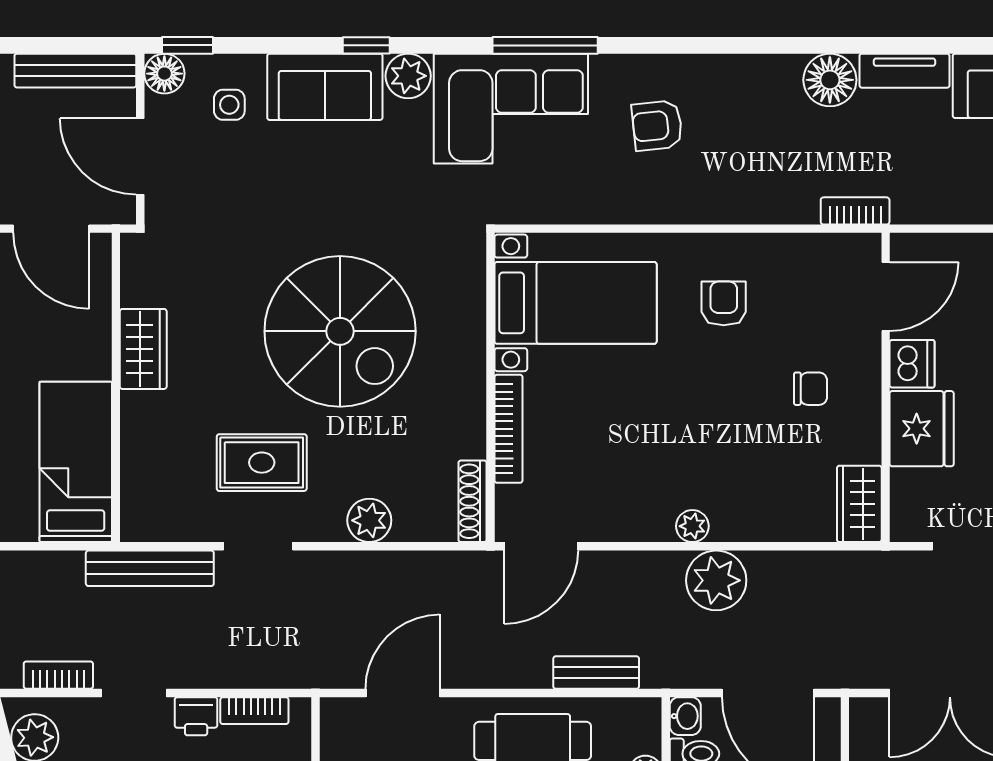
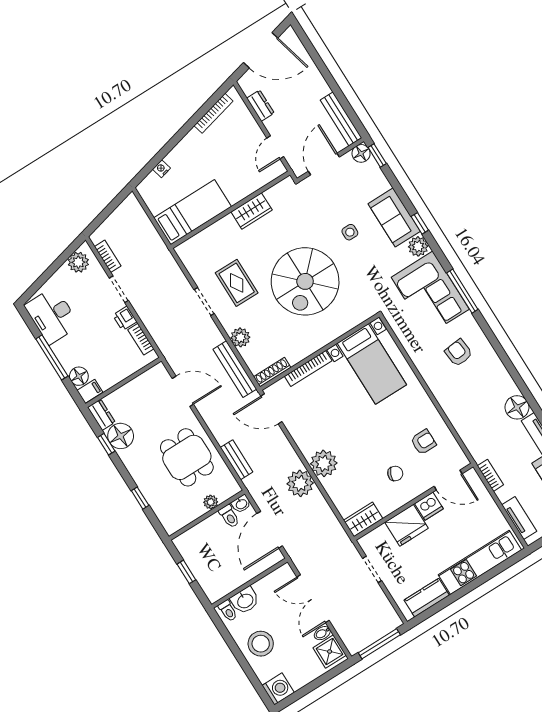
side table: (229, 105) -> (350, 232), moved
bookcase: (855, 211) -> (490, 475), moved
door: (51, 229) -> (275, 147), width x0.73
armchair: (724, 303) -> (423, 442), moved
chair: (811, 389) -> (395, 474), turned -69
plant: (692, 526) -> (324, 463), width x1.87, depth x1.87
bench: (150, 568) -> (235, 369), moved

